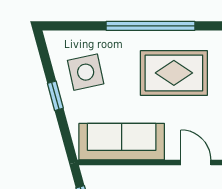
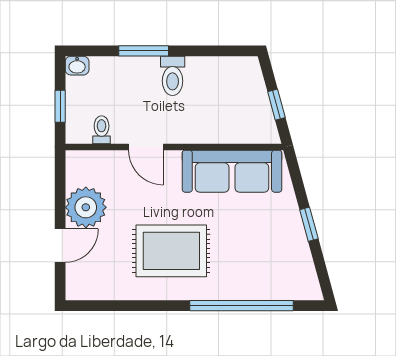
window: (151, 26) -> (241, 306), moved
side table: (86, 72) -> (274, 252), removed

